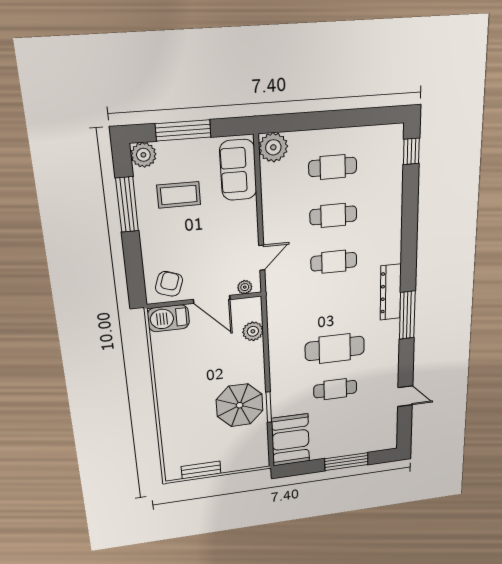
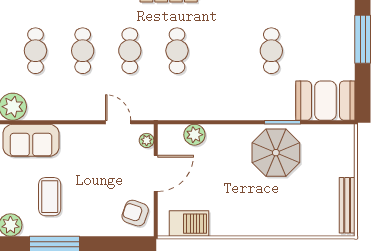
barbecue: (168, 318) -> (189, 224), moved, turned -90
cafe table: (335, 348) -> (177, 51), moved, width x0.73, depth x0.74
bench: (201, 470) -> (347, 205), width x1.36

